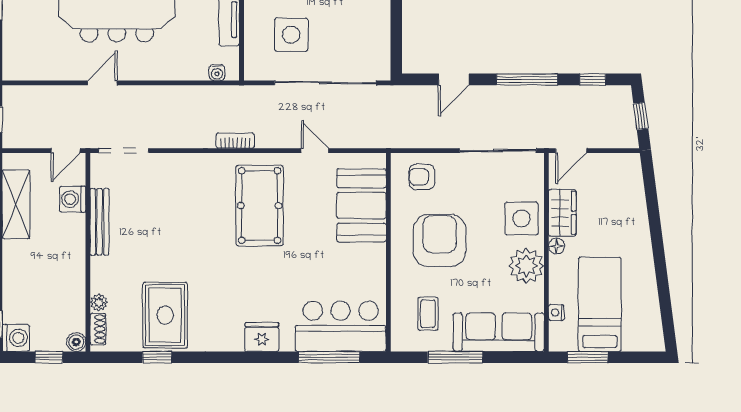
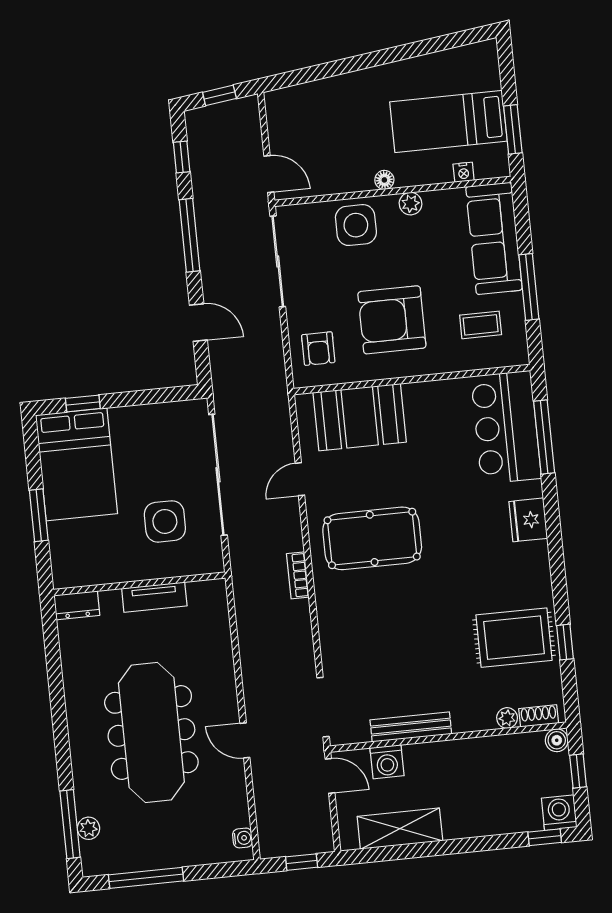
water cooler: (217, 73) -> (243, 838), moved
wardrobe: (562, 213) -> (344, 177), removed
plant: (526, 266) -> (411, 204), width x0.53, depth x0.53

